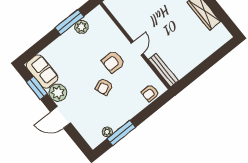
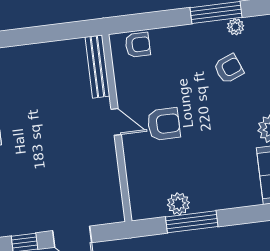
door: (137, 48) -> (116, 122), swing flipped
armchair: (104, 87) -> (229, 69), moved

